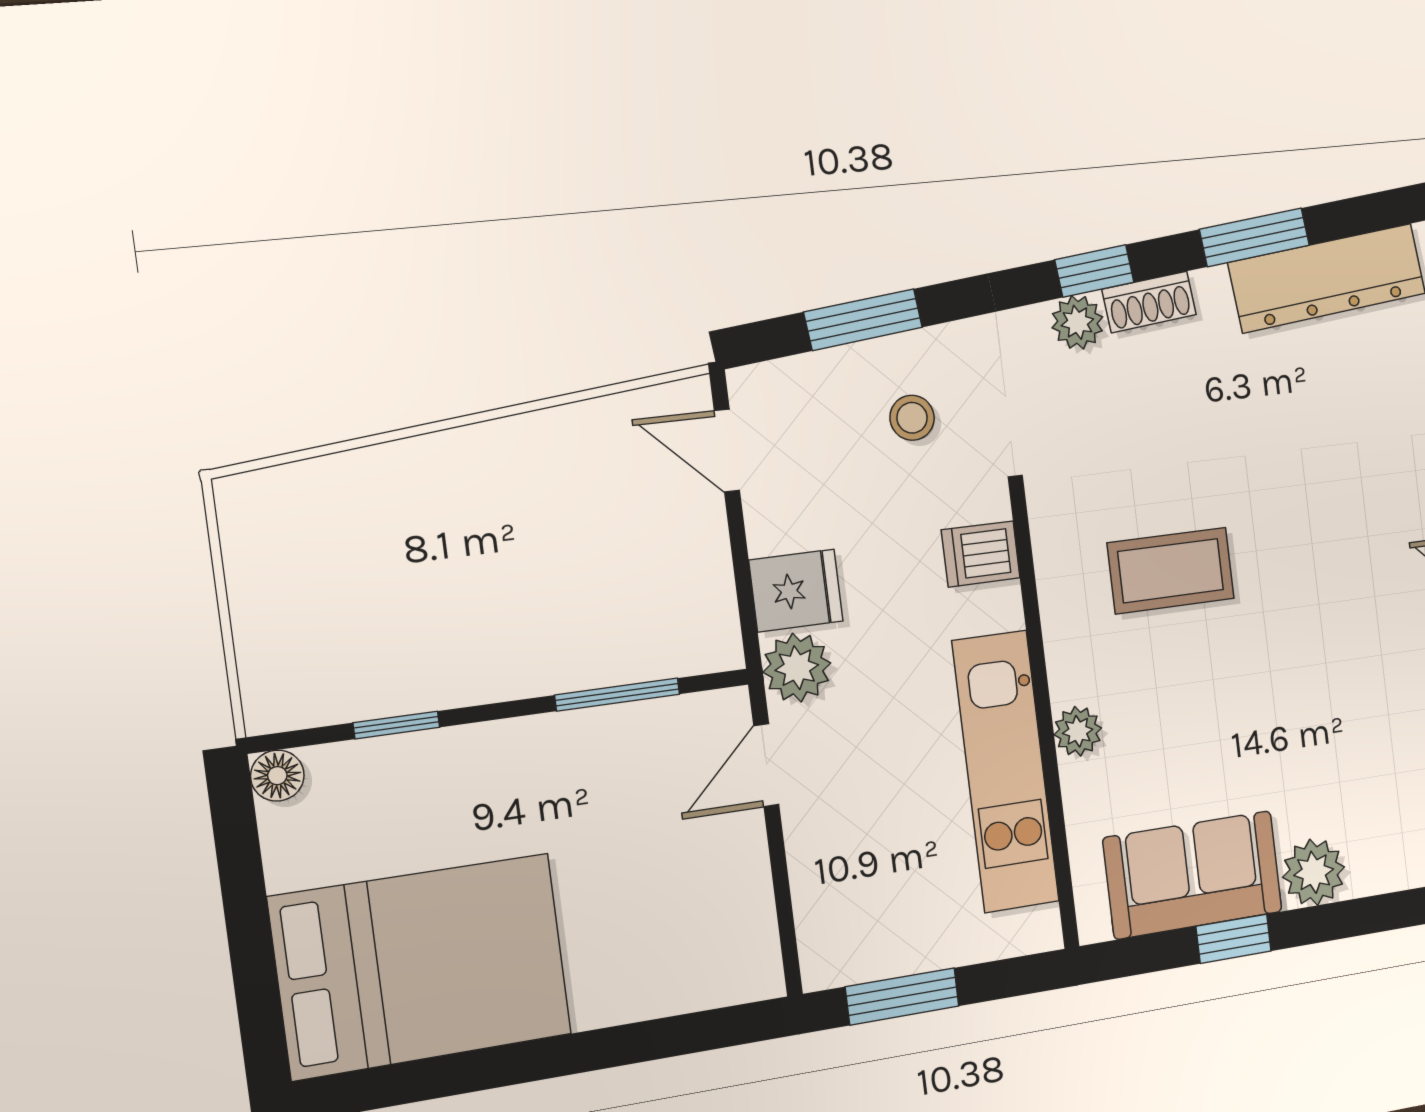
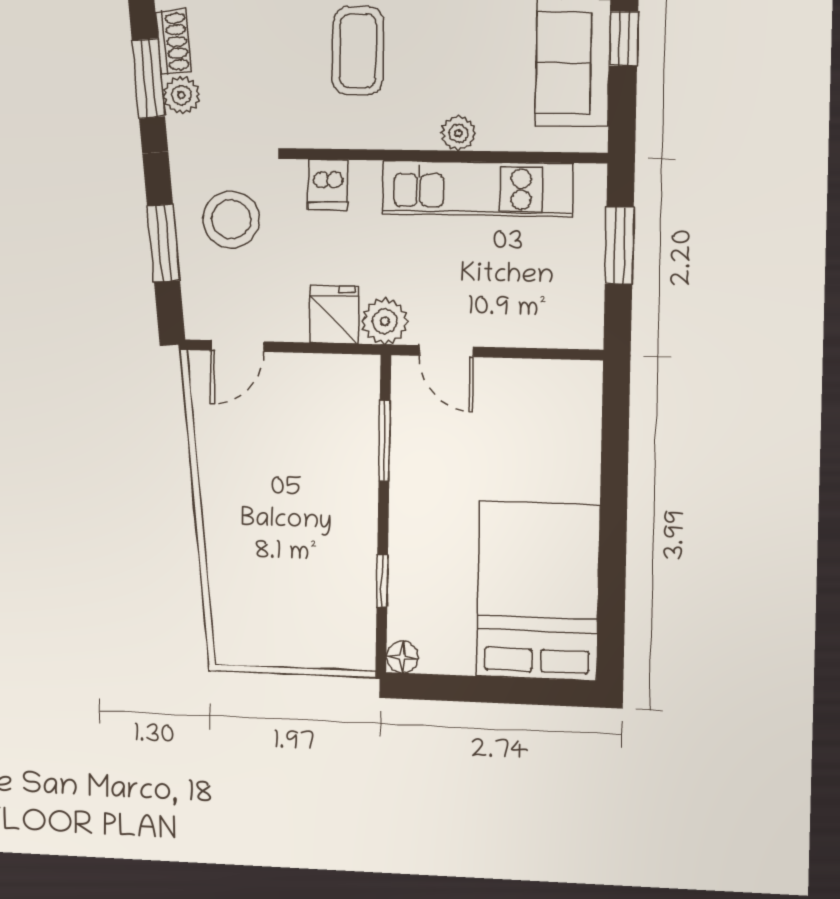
window: (1094, 271) -> (148, 78), width x1.50
stool: (912, 418) -> (231, 219), width x1.89, depth x1.89
window: (902, 996) -> (619, 245), moved

